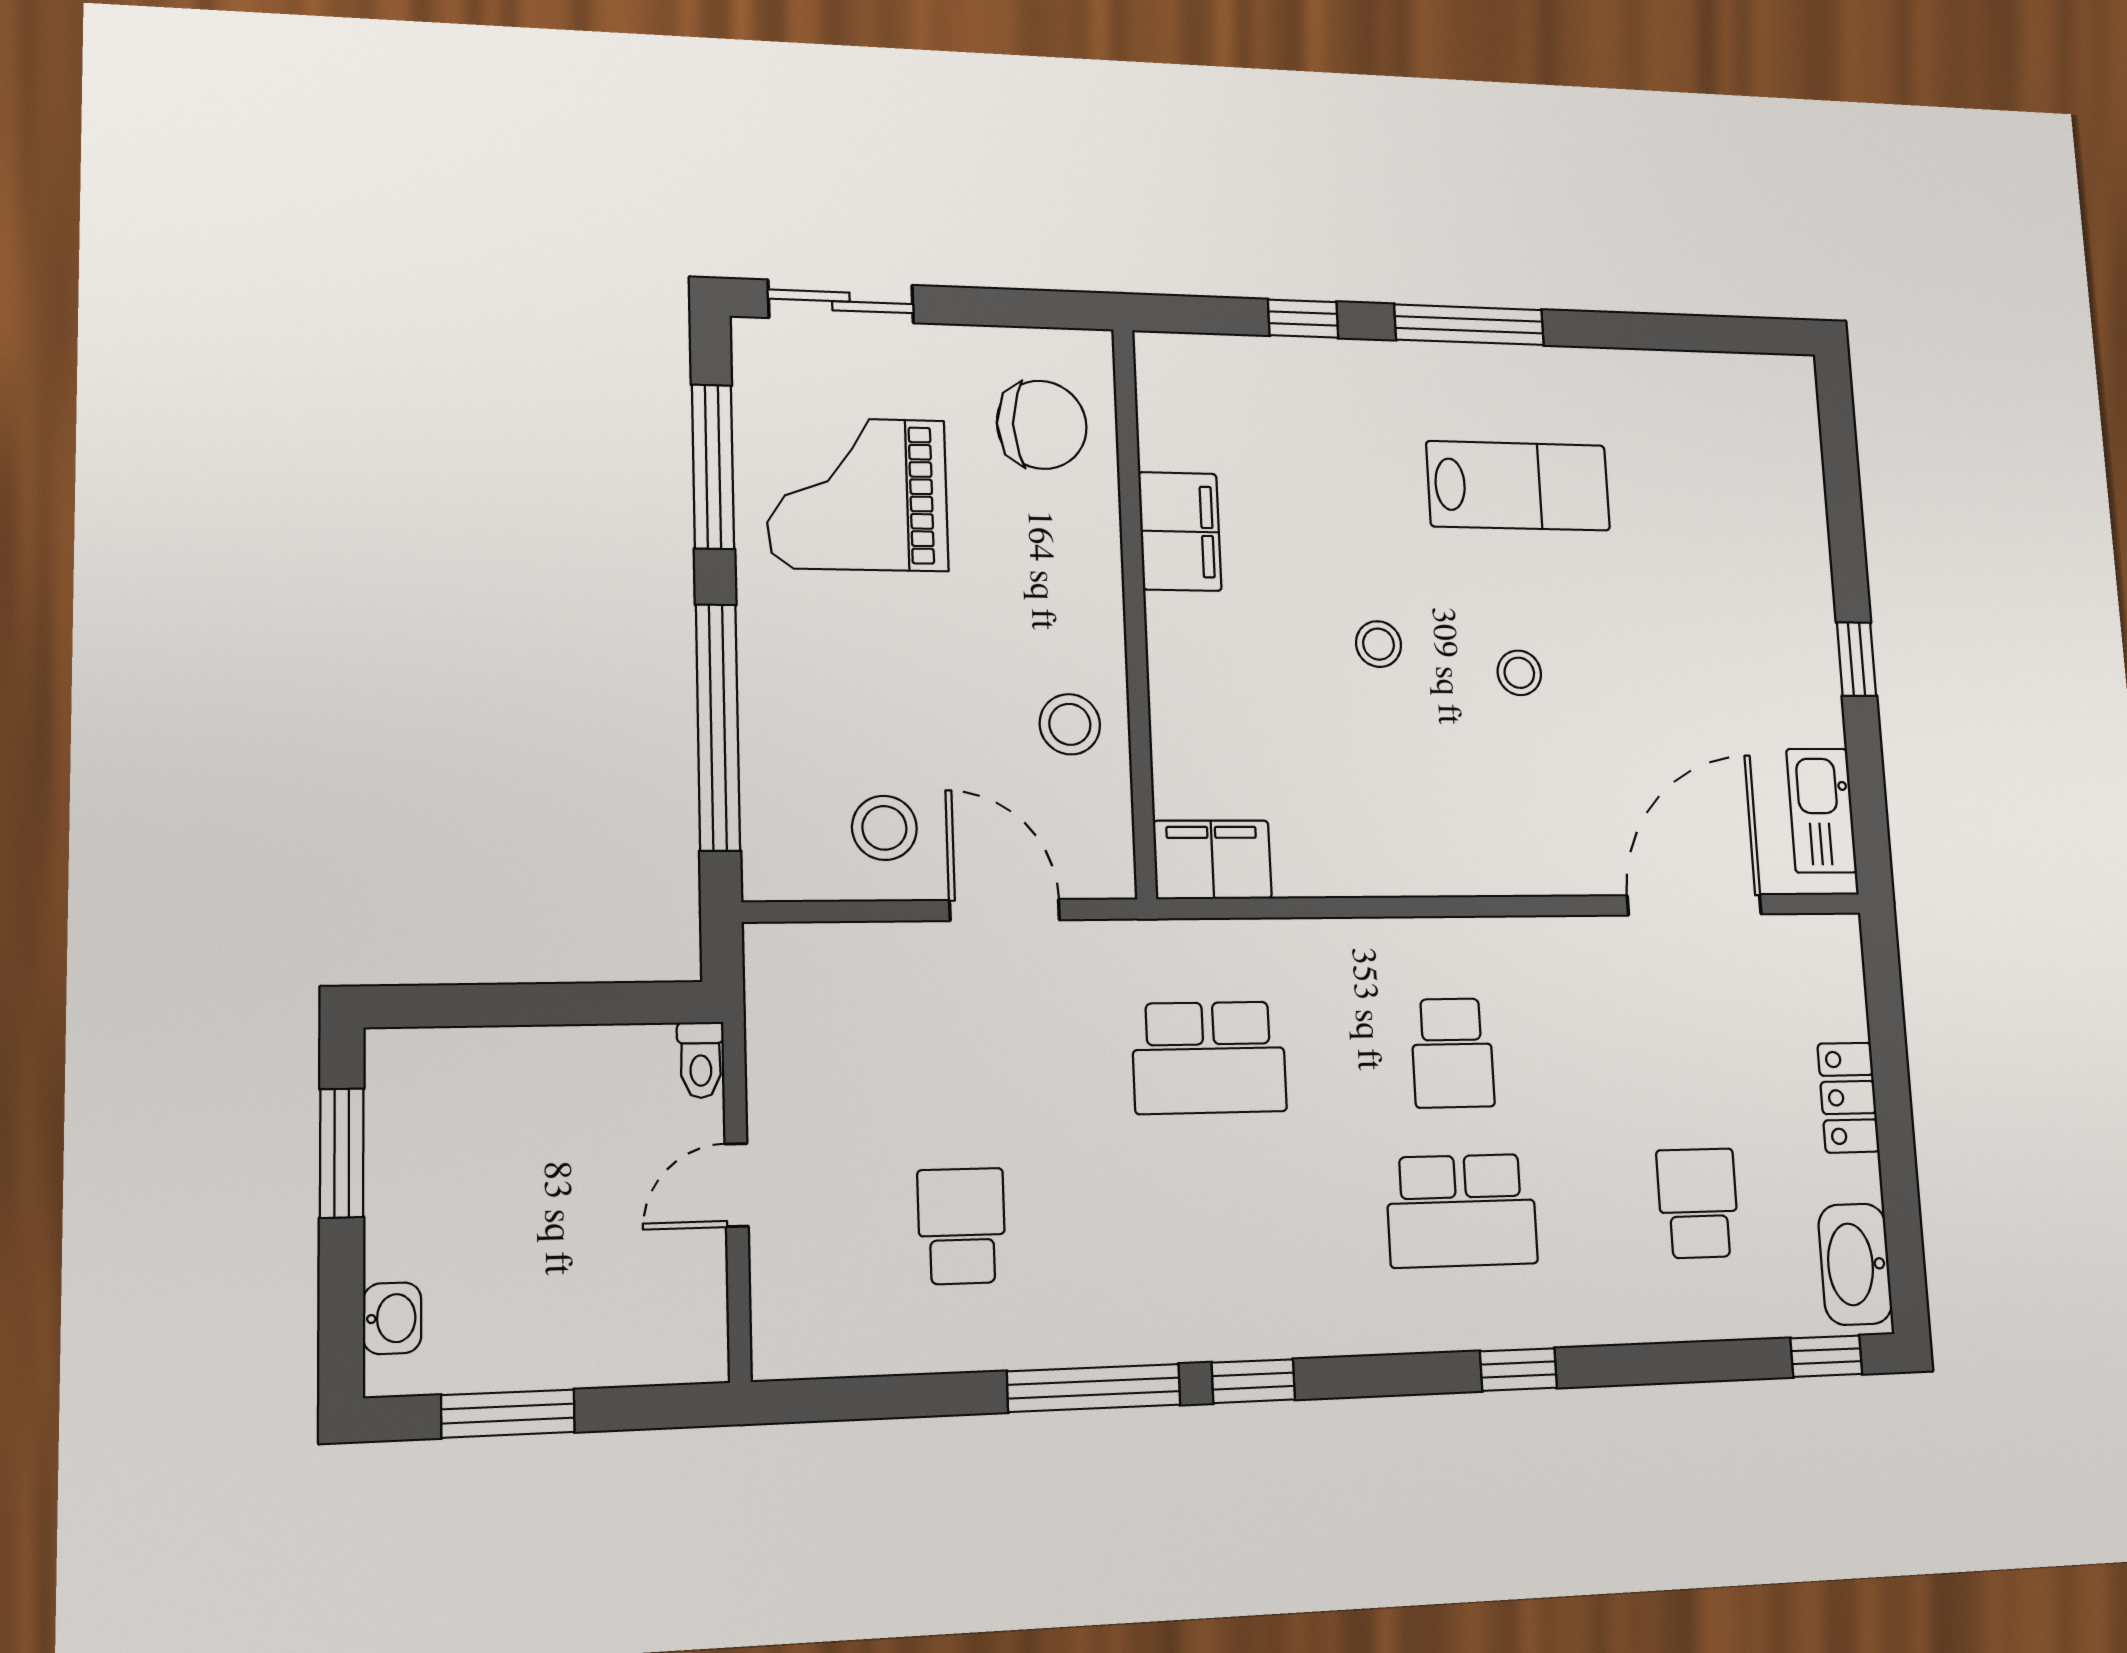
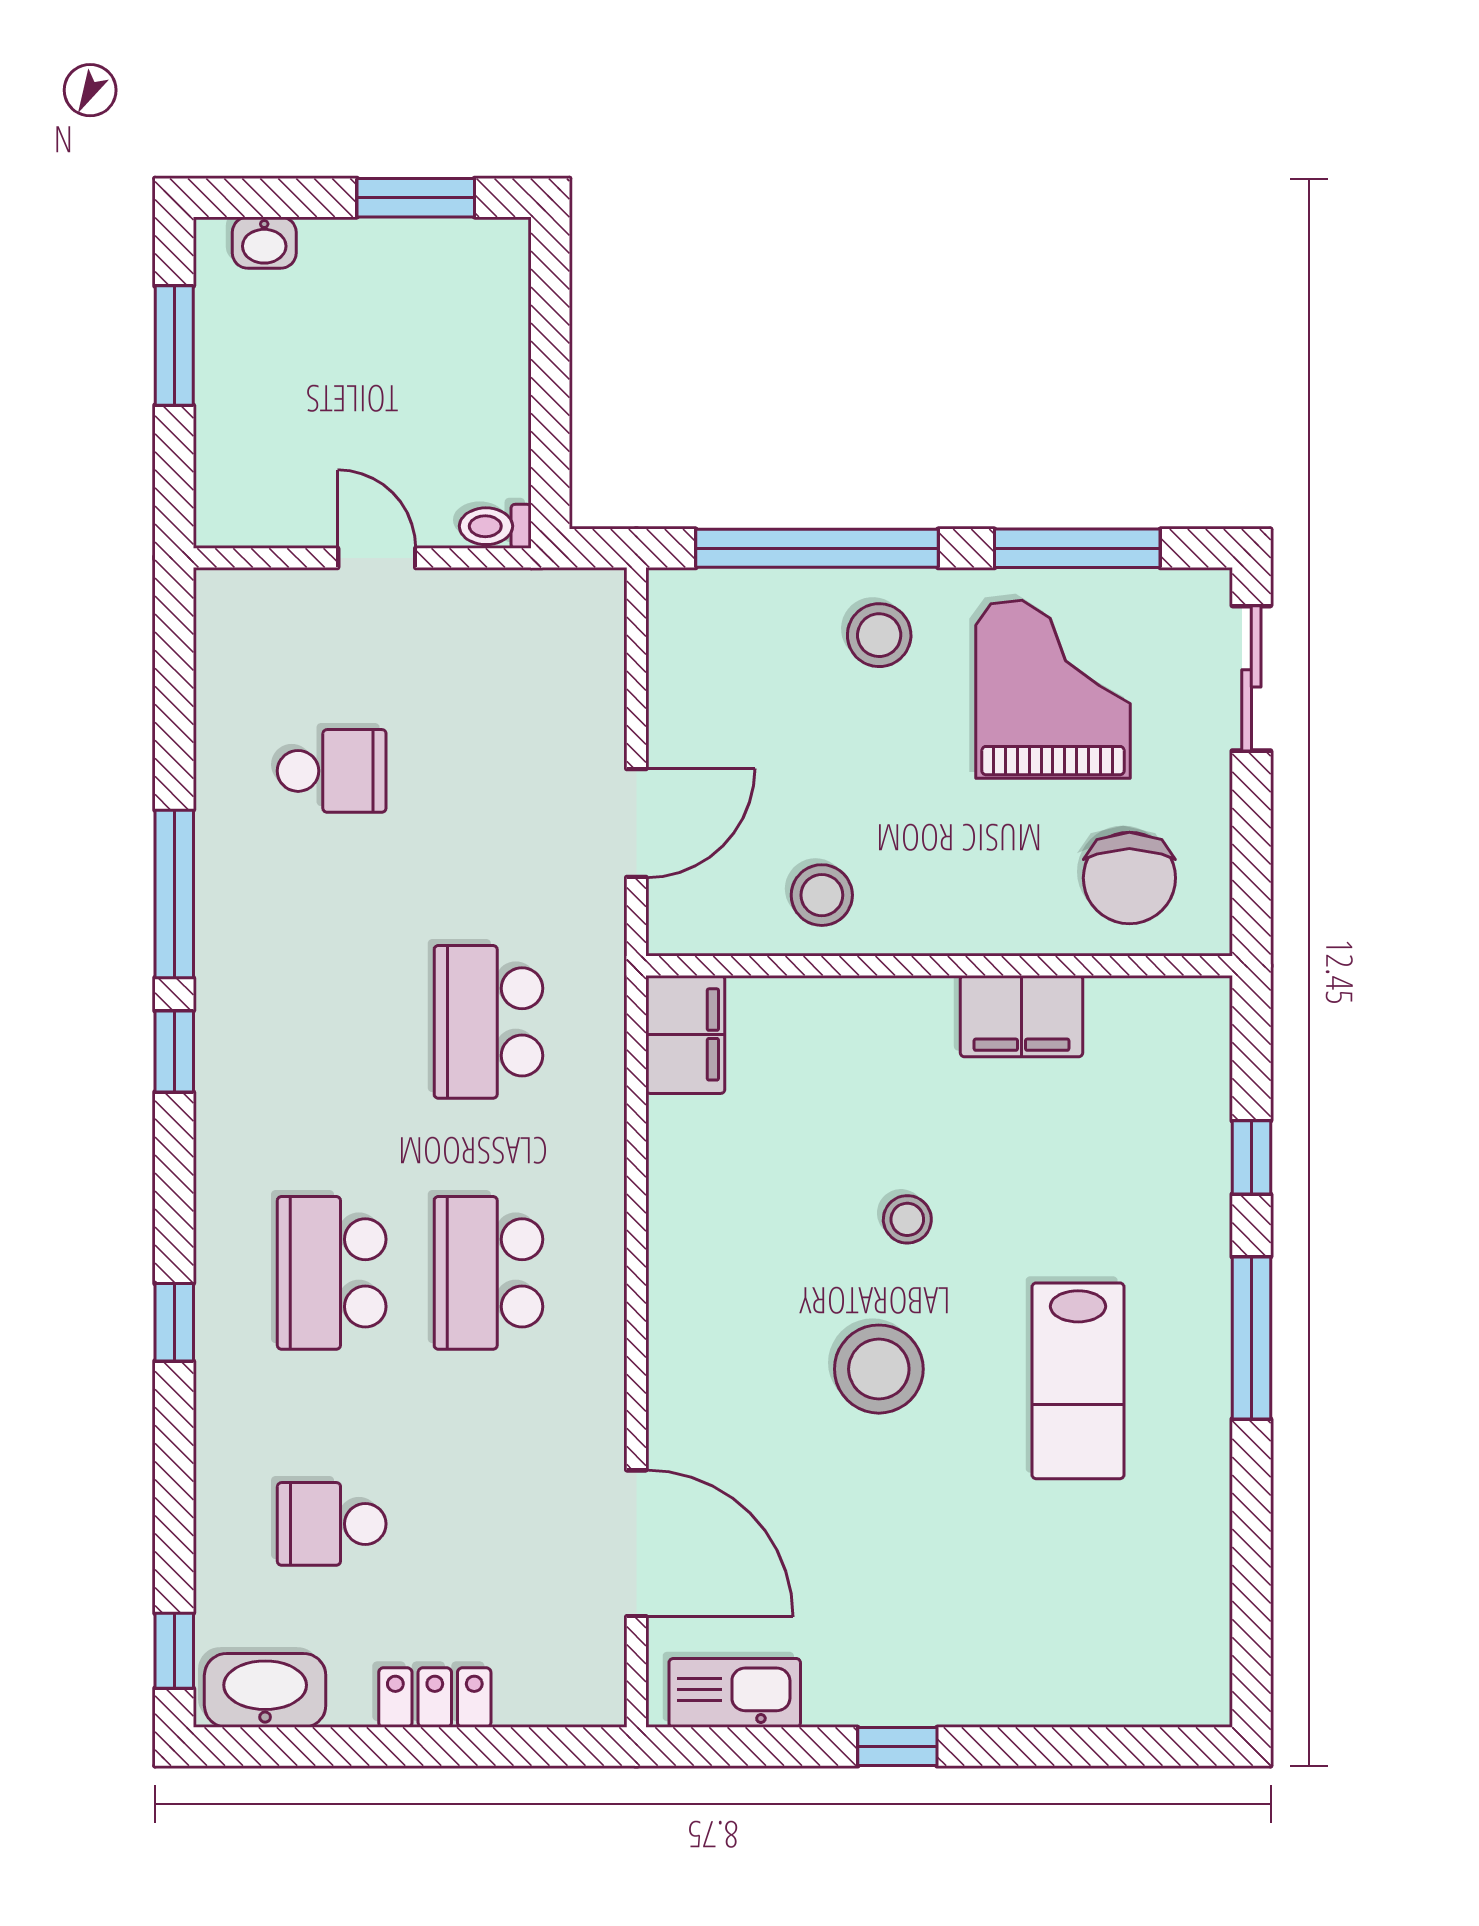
stool: (1519, 673) -> (879, 1369), width x1.89, depth x1.89
stool: (884, 828) -> (879, 635), moved
school desk: (1452, 1053) -> (488, 1273), width x1.85
school desk: (1698, 1203) -> (332, 1524), turned 180

